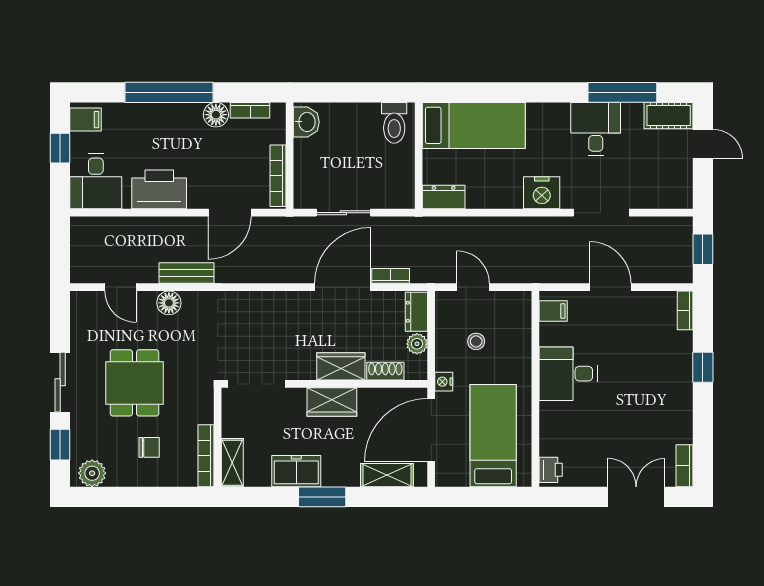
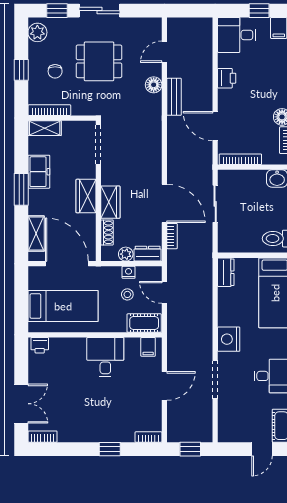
printer: (159, 189) -> (227, 78), width x0.53, depth x0.68
door: (473, 287) -> (164, 292), swing flipped
cot: (518, 317) -> (144, 323), added
nightstand: (444, 382) -> (129, 272), moved
window: (147, 497) -> (21, 70), added

